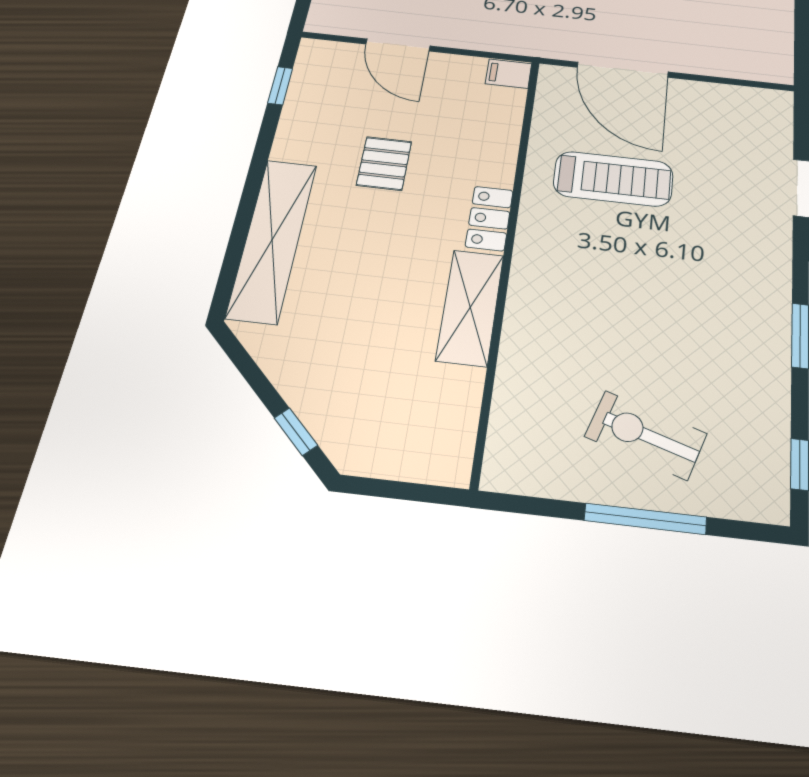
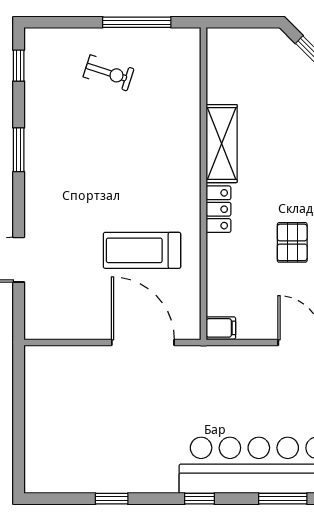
exercise bike: (646, 435) -> (109, 73), width x0.73, depth x0.72
window: (645, 519) -> (137, 22), moved

